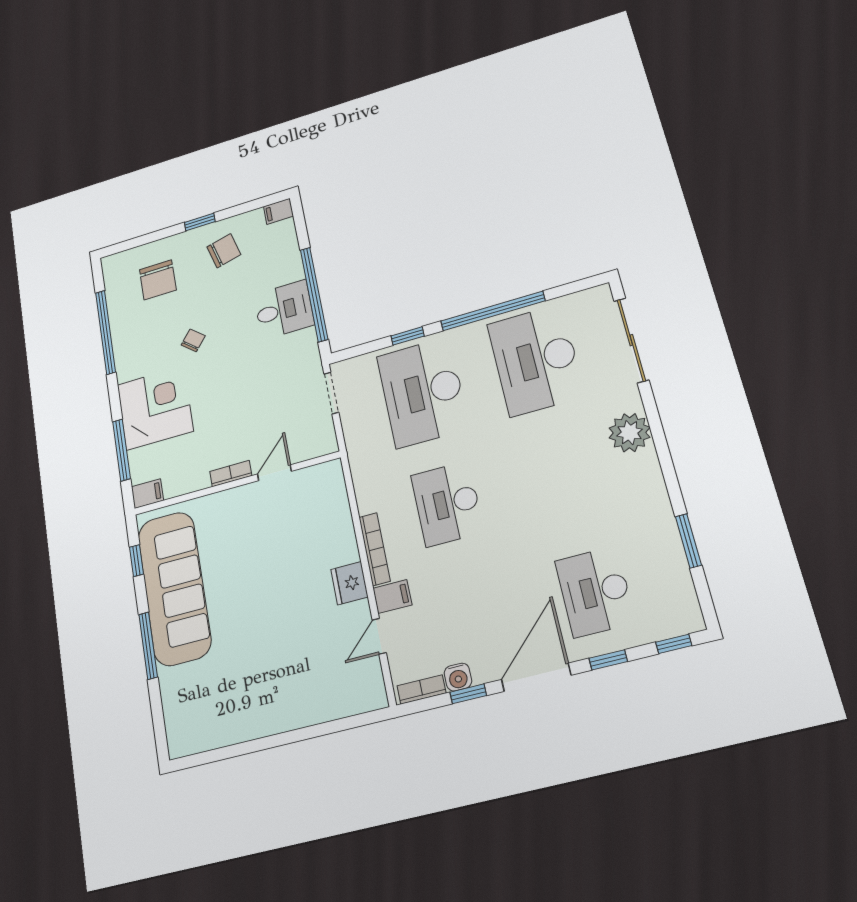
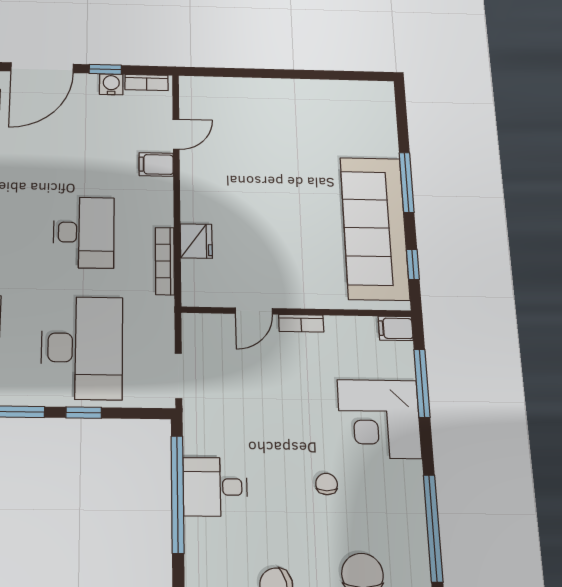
chair: (193, 340) -> (327, 484), turned 140
bookcase: (375, 549) -> (165, 261), moved
fridge: (349, 583) -> (196, 241), moved

